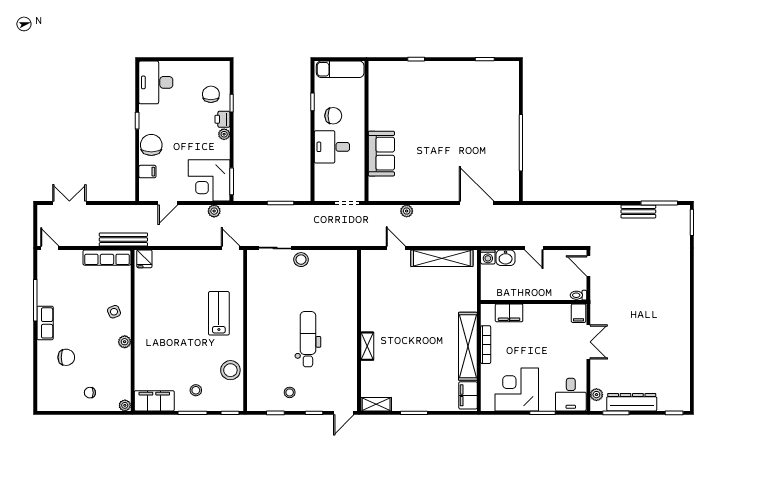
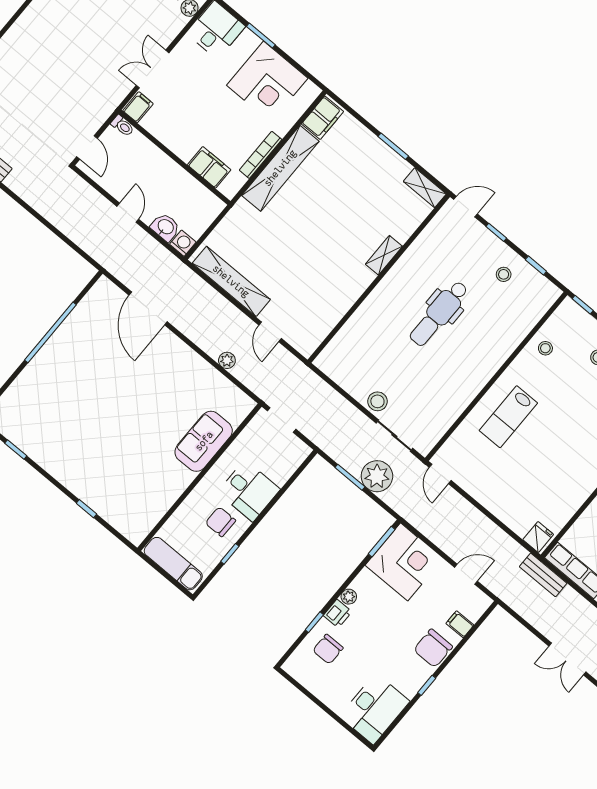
plant: (214, 211) -> (377, 476), moved, width x1.87, depth x1.87
bench: (123, 239) -> (543, 575), width x0.73
stool: (230, 370) -> (545, 348), width x0.53, depth x0.53

